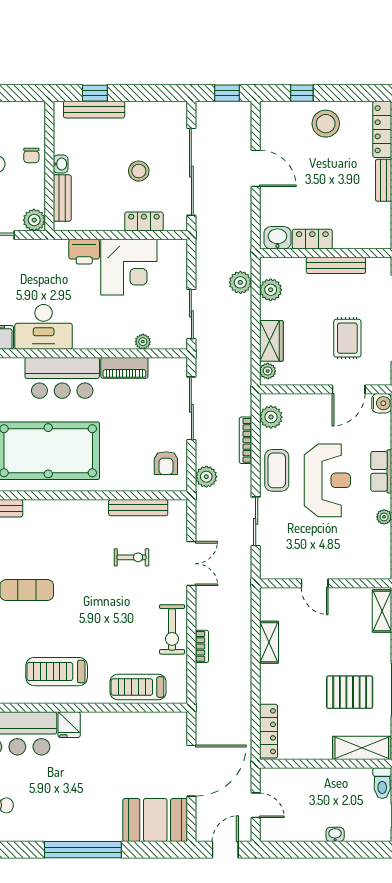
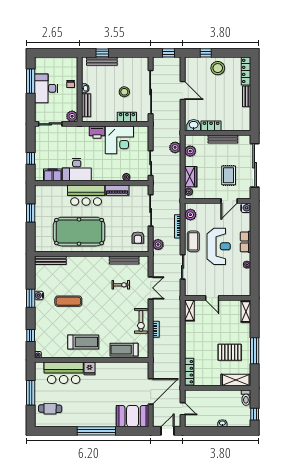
shelving: (269, 642) -> (189, 310), moved
treadmill: (57, 672) -> (83, 342), turned 180

